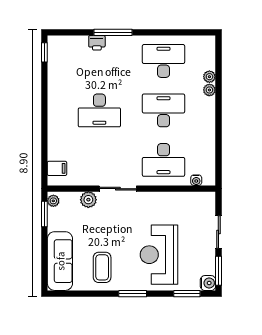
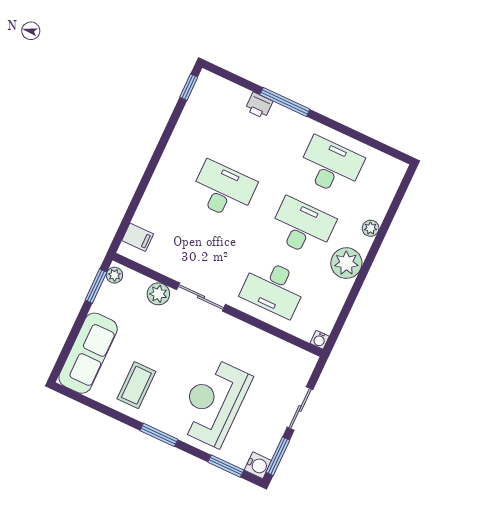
plant: (209, 77) -> (346, 263), moved, width x1.87, depth x1.87
desk: (99, 110) -> (223, 190), turned 180
water cooler: (196, 180) -> (320, 340), moved

